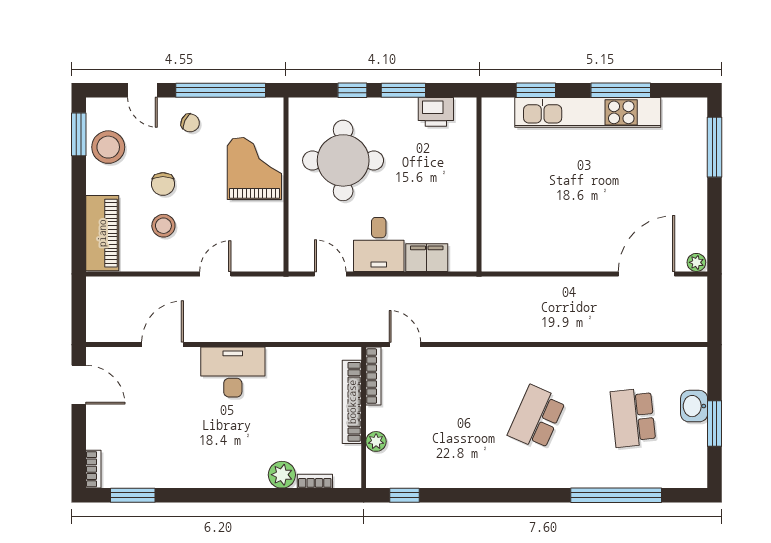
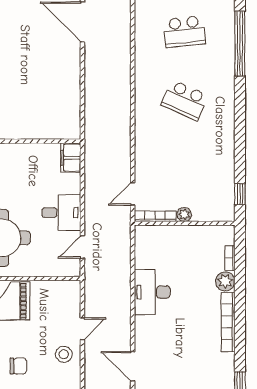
stool: (163, 226) -> (64, 354), moved
filing cabinet: (427, 258) -> (71, 158), moved
door: (215, 274) -> (82, 329), swing flipped
desk: (233, 372) -> (152, 292), moved
bookcase: (352, 402) -> (228, 322), moved, turned 90
plant: (376, 441) -> (184, 214), moved

